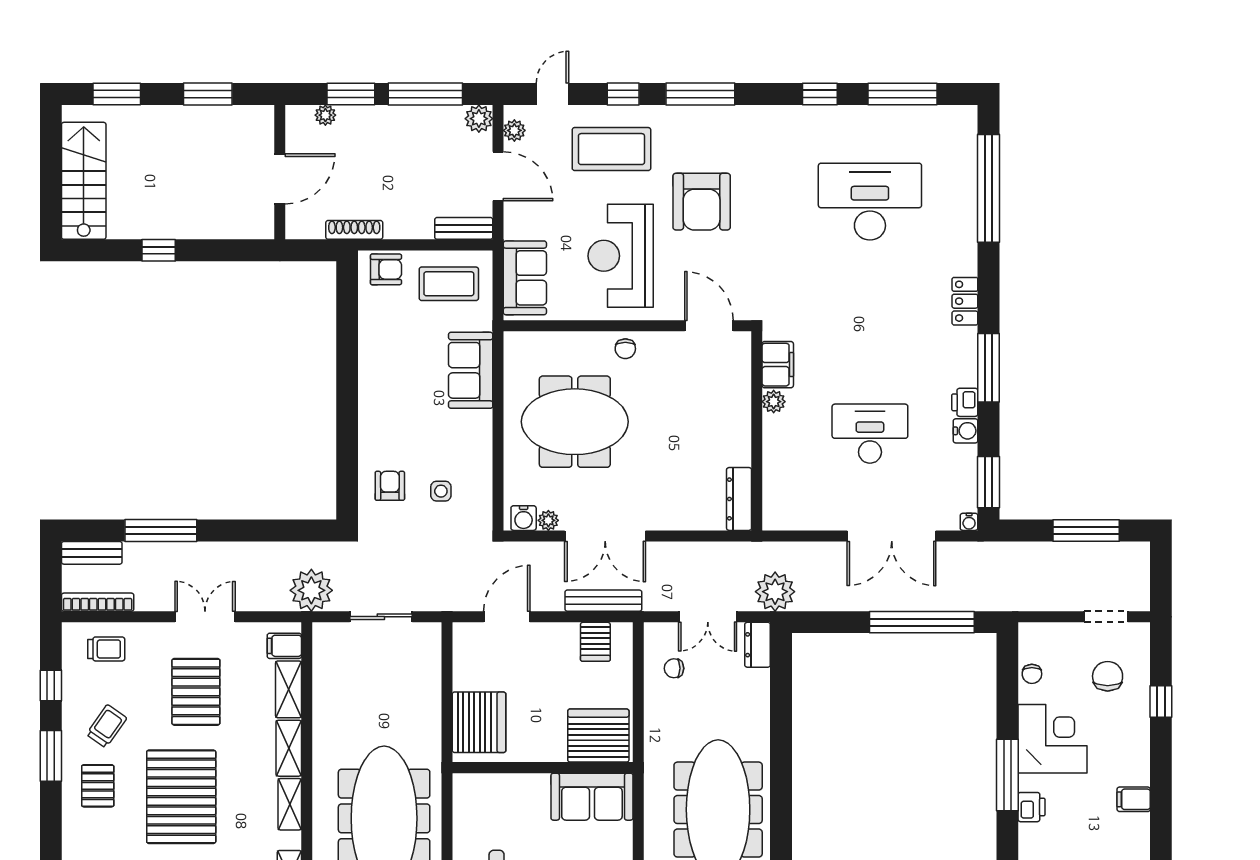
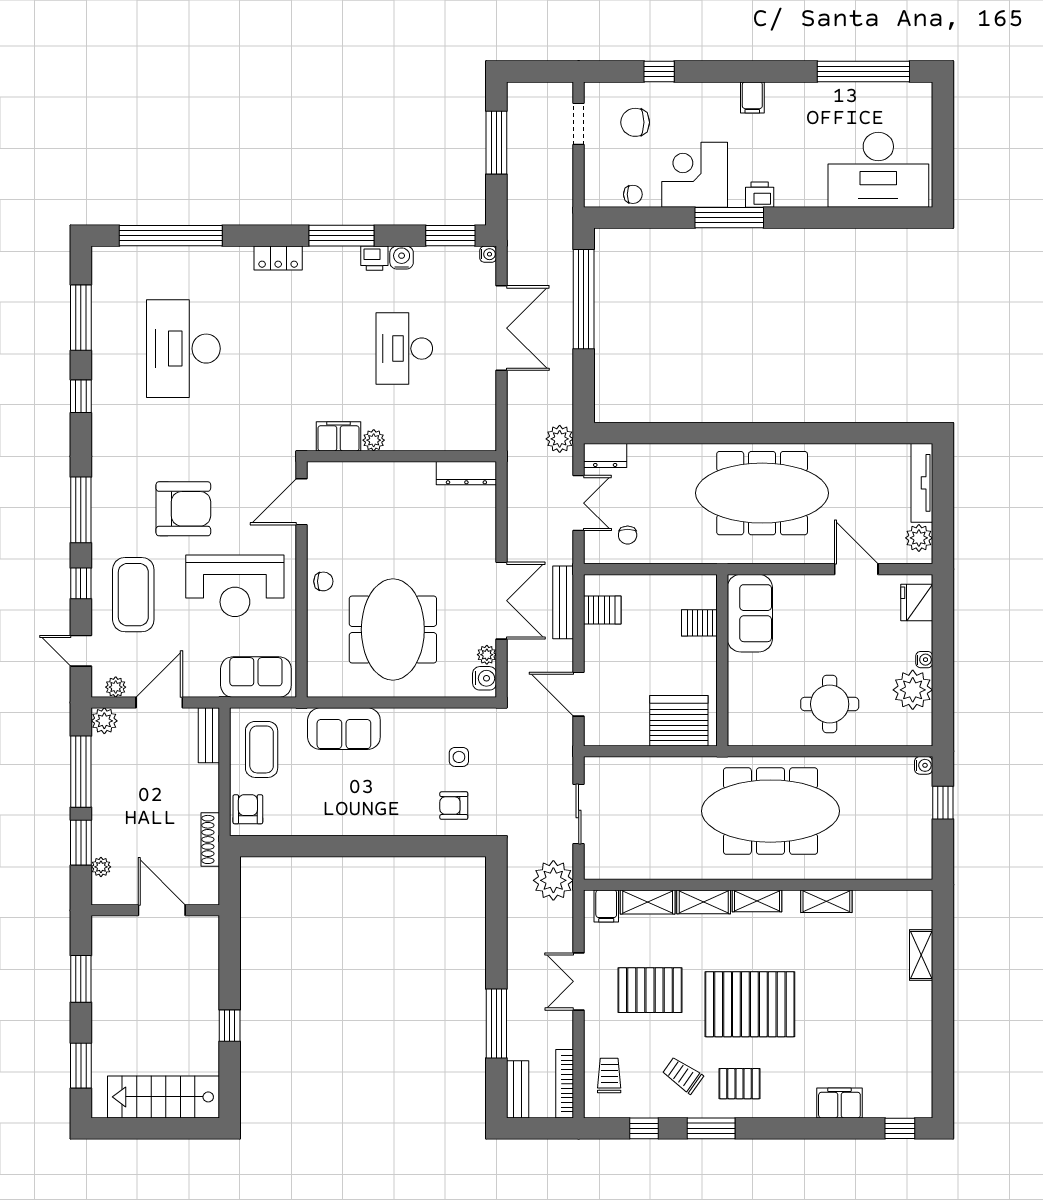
plant: (775, 592) -> (560, 439), width x0.73, depth x0.73
server rack: (598, 736) -> (699, 623), width x0.46, depth x0.70

